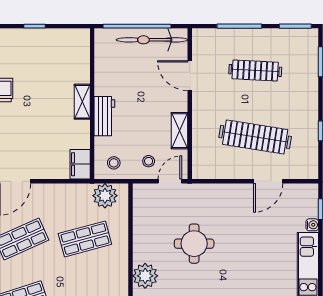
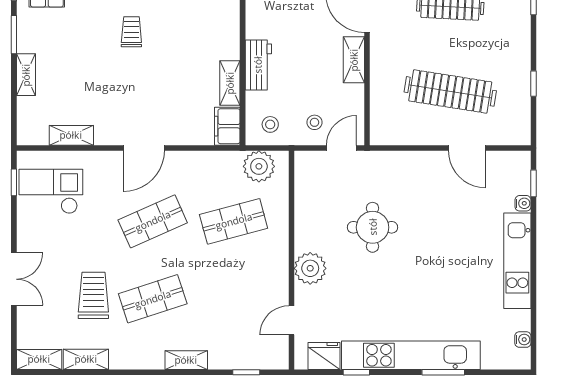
shelving: (82, 102) -> (230, 83), moved
shelving: (179, 131) -> (354, 60), moved
door: (268, 181) -> (467, 148), hinge flipped

